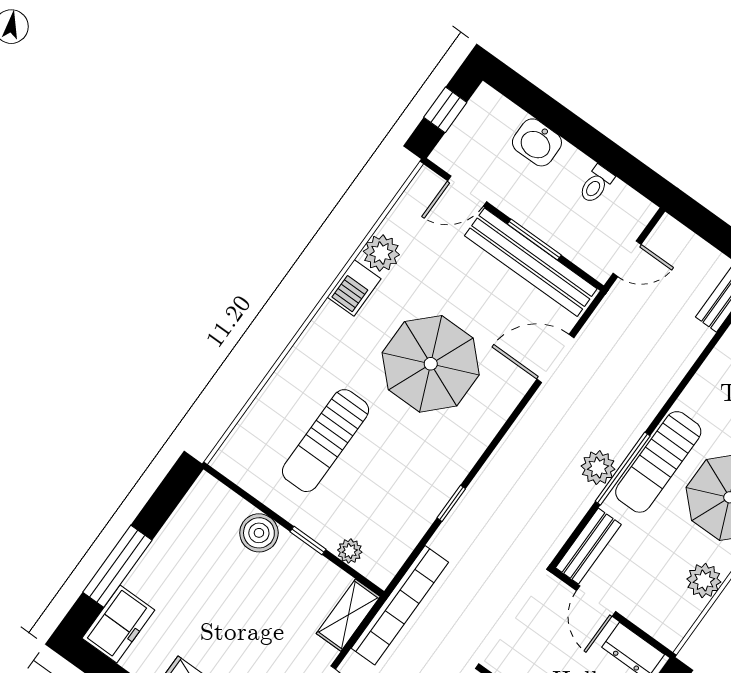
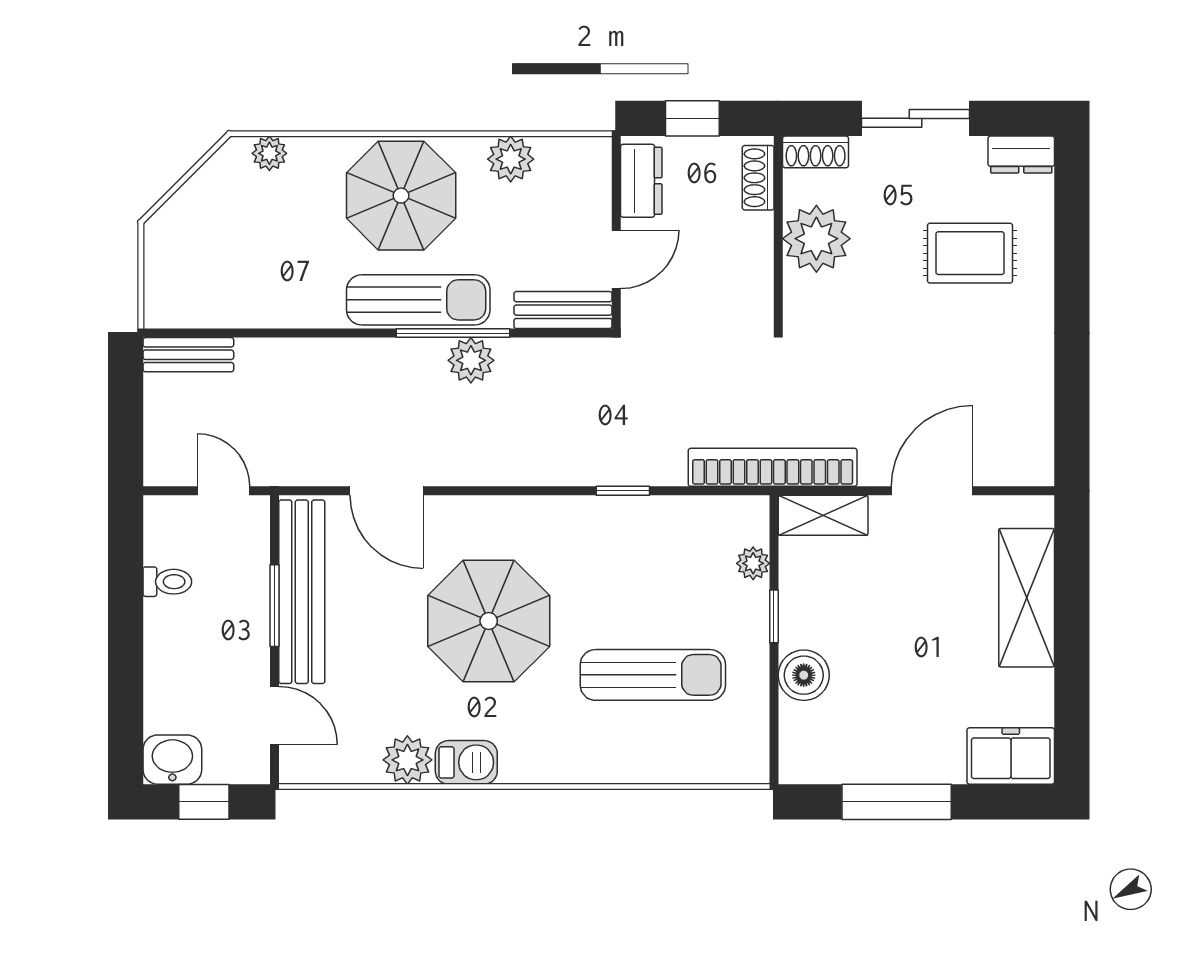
washbasin: (537, 142) -> (172, 760), moved, turned -90
window: (117, 566) -> (897, 802), moved

